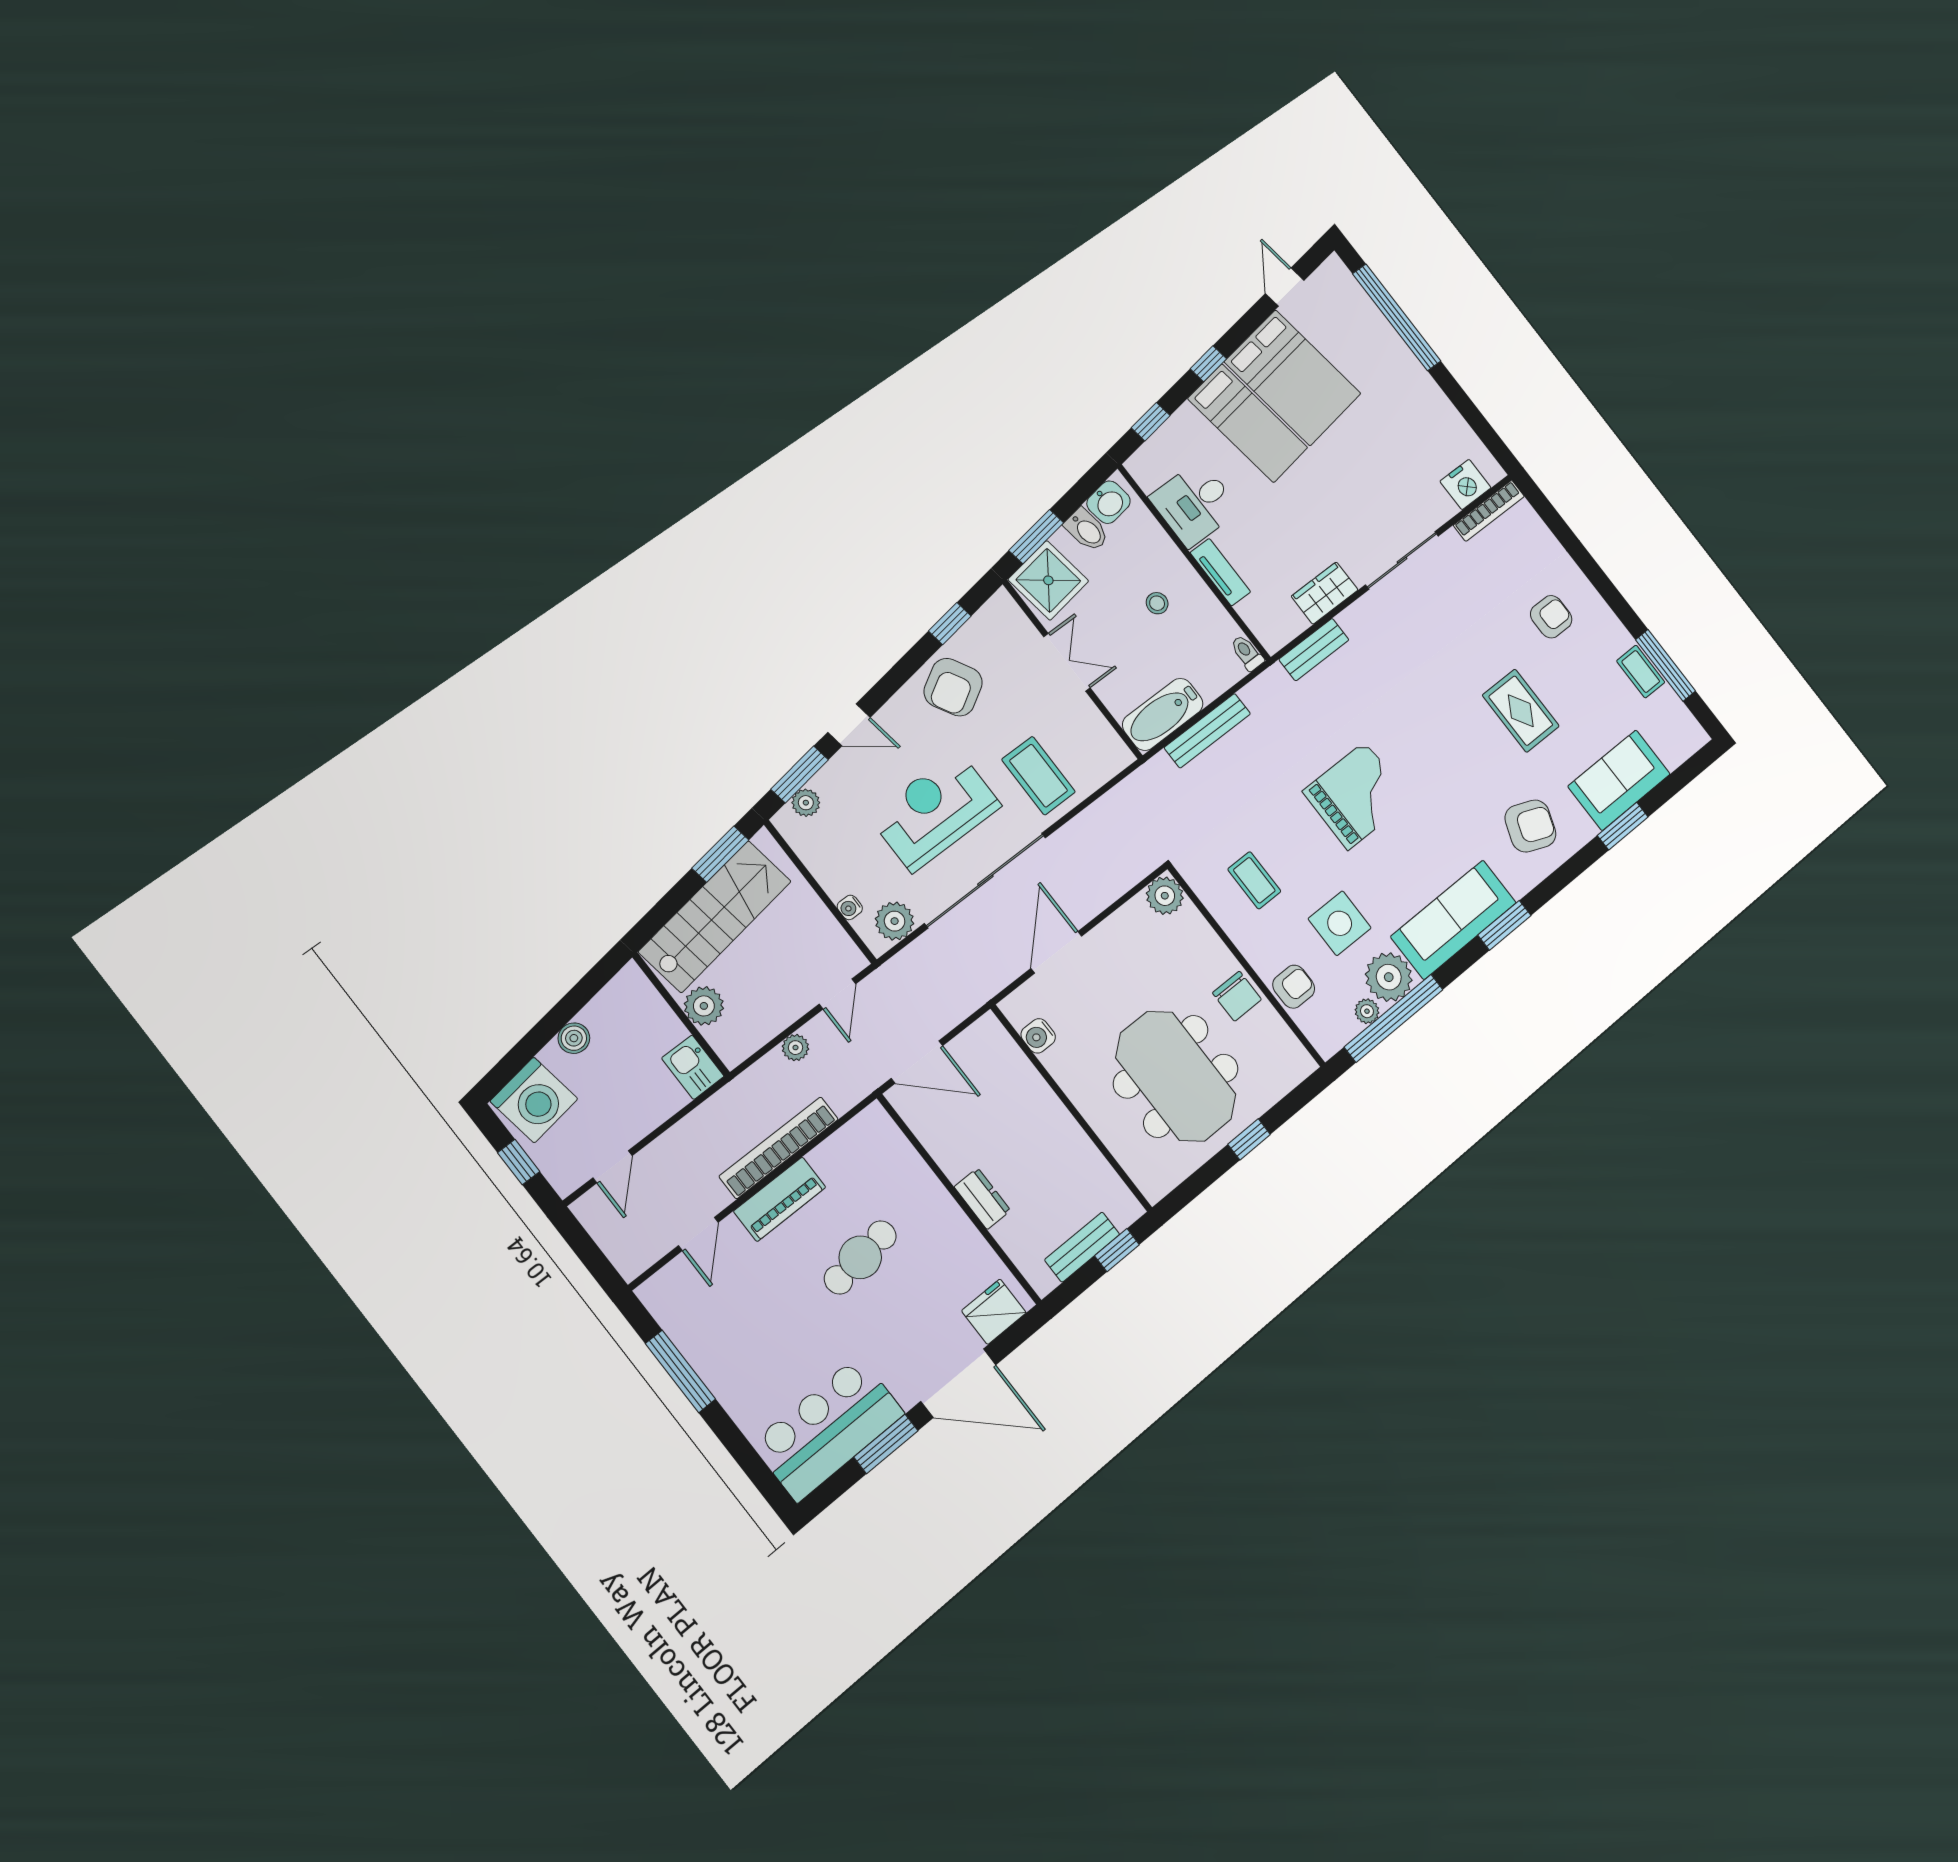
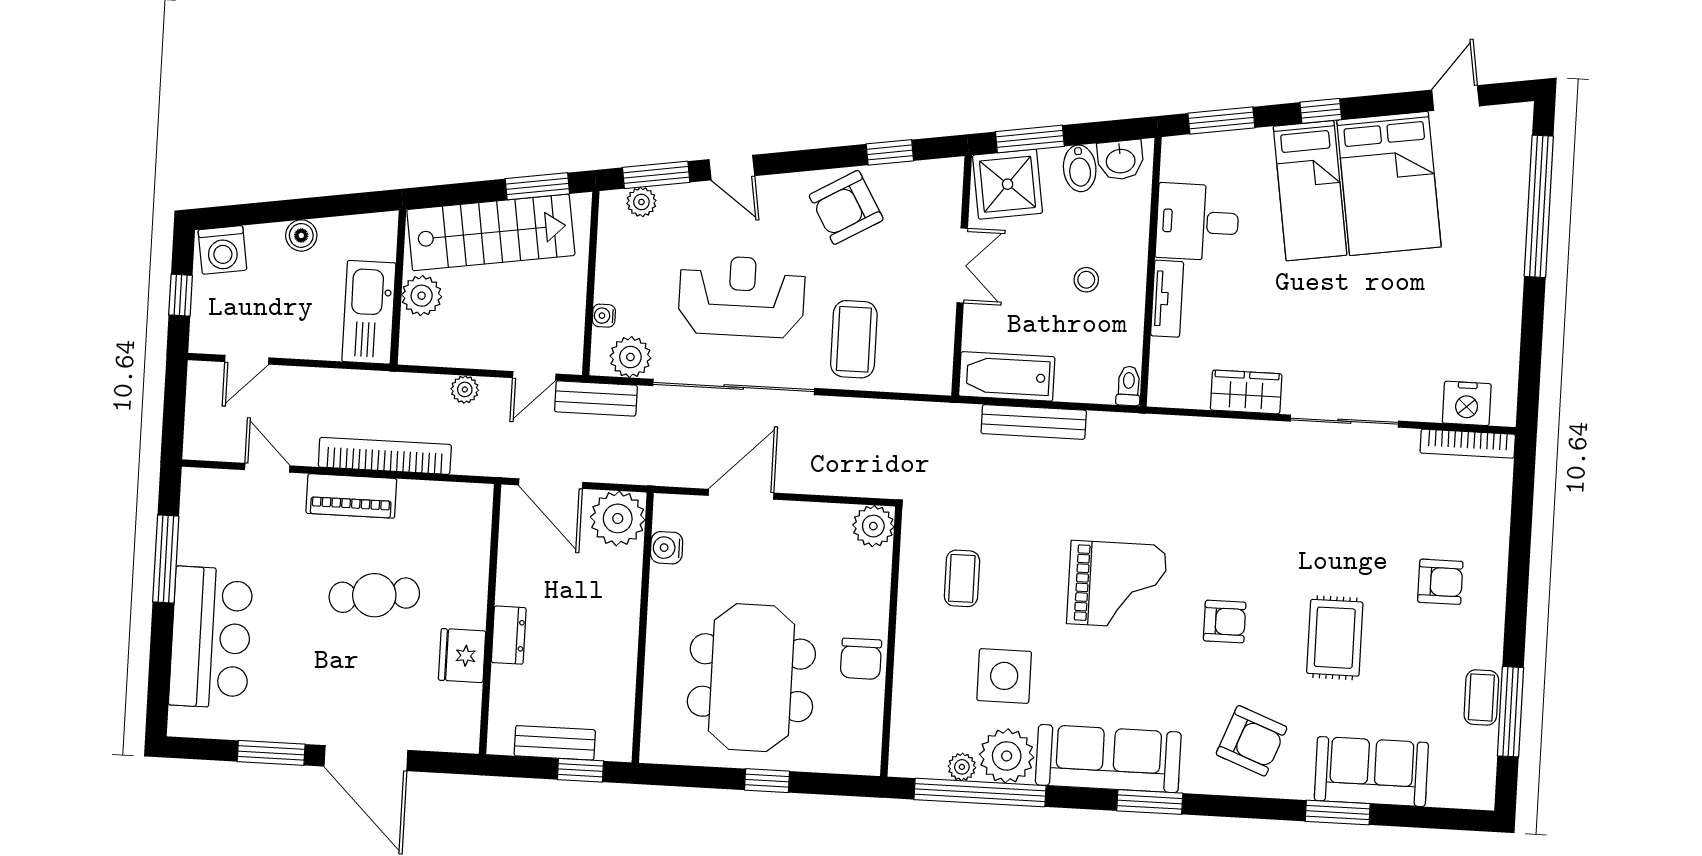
window: (1151, 422) -> (1221, 121), width x1.50
bench: (1314, 650) -> (596, 398), moved
armchair: (1294, 987) -> (1225, 621), moved
plant: (986, 1045) -> (618, 518), added
kitchen sink: (693, 1067) -> (369, 312), width x1.88, depth x1.24
washing machine: (534, 1100) -> (222, 250), width x0.73, depth x0.73
door: (698, 1234) -> (267, 468), swing flipped
fridge: (994, 1312) -> (462, 656), moved, turned -90
bar counter: (828, 1428) -> (211, 638), moved, turned 90

